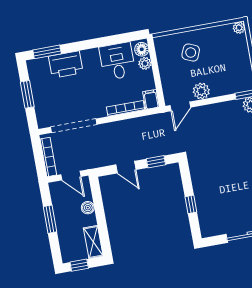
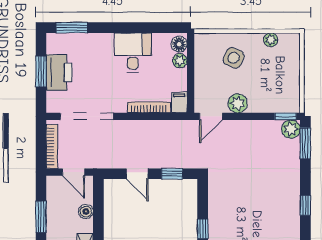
plant: (239, 28) -> (271, 40), moved
desk: (117, 61) -> (133, 53), moved
printer: (66, 65) -> (59, 72), moved, turned -90

